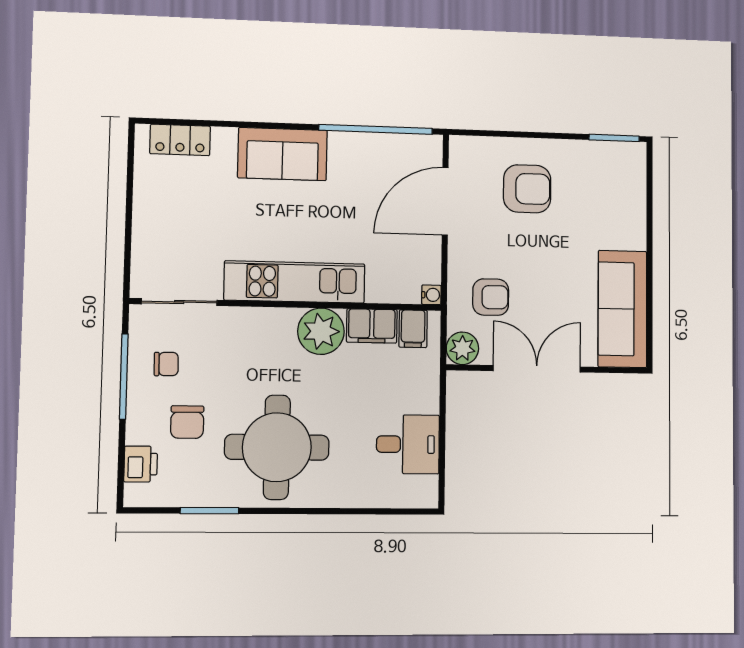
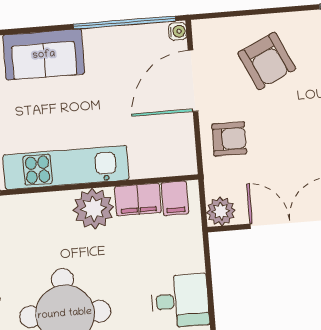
armchair: (527, 189) -> (267, 61), turned 65
water cooler: (431, 295) -> (178, 31), moved
armchair: (491, 297) -> (229, 139), moved

